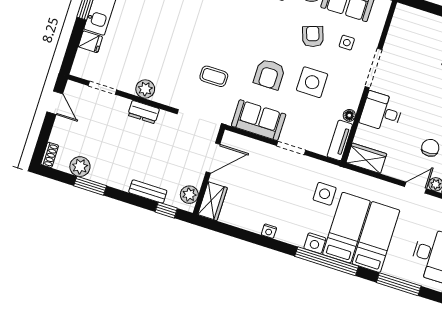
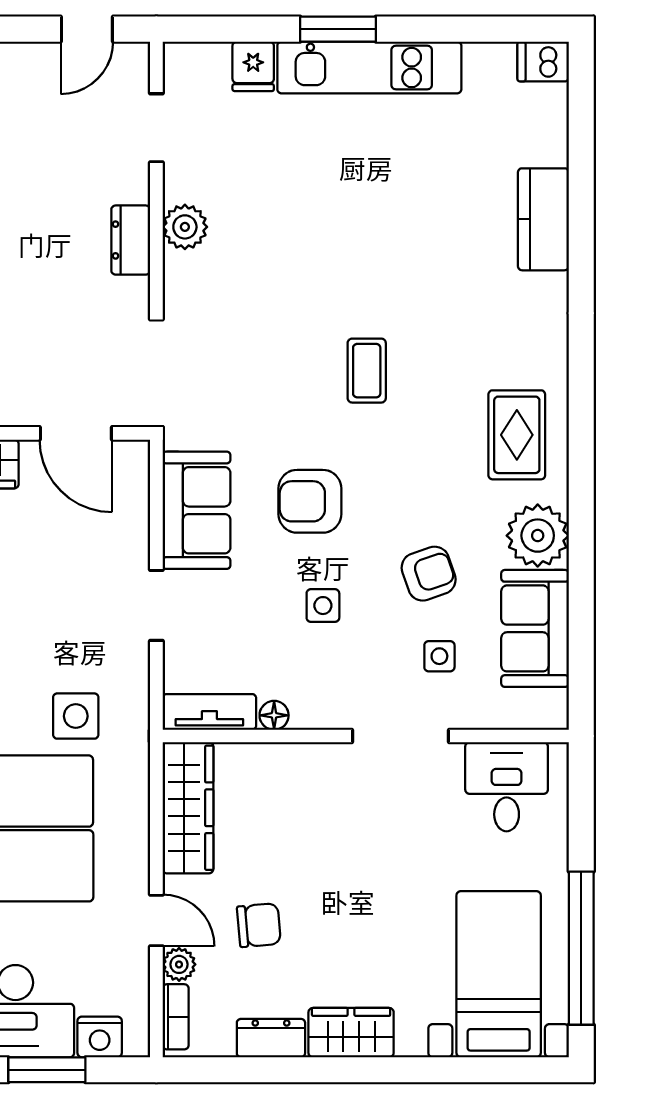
coffee table: (214, 76) -> (367, 371), moved
side table: (312, 82) -> (323, 606), width x0.54, depth x0.54
desk: (381, 112) -> (507, 787), moved
wardrobe: (366, 158) -> (188, 808), width x1.50

